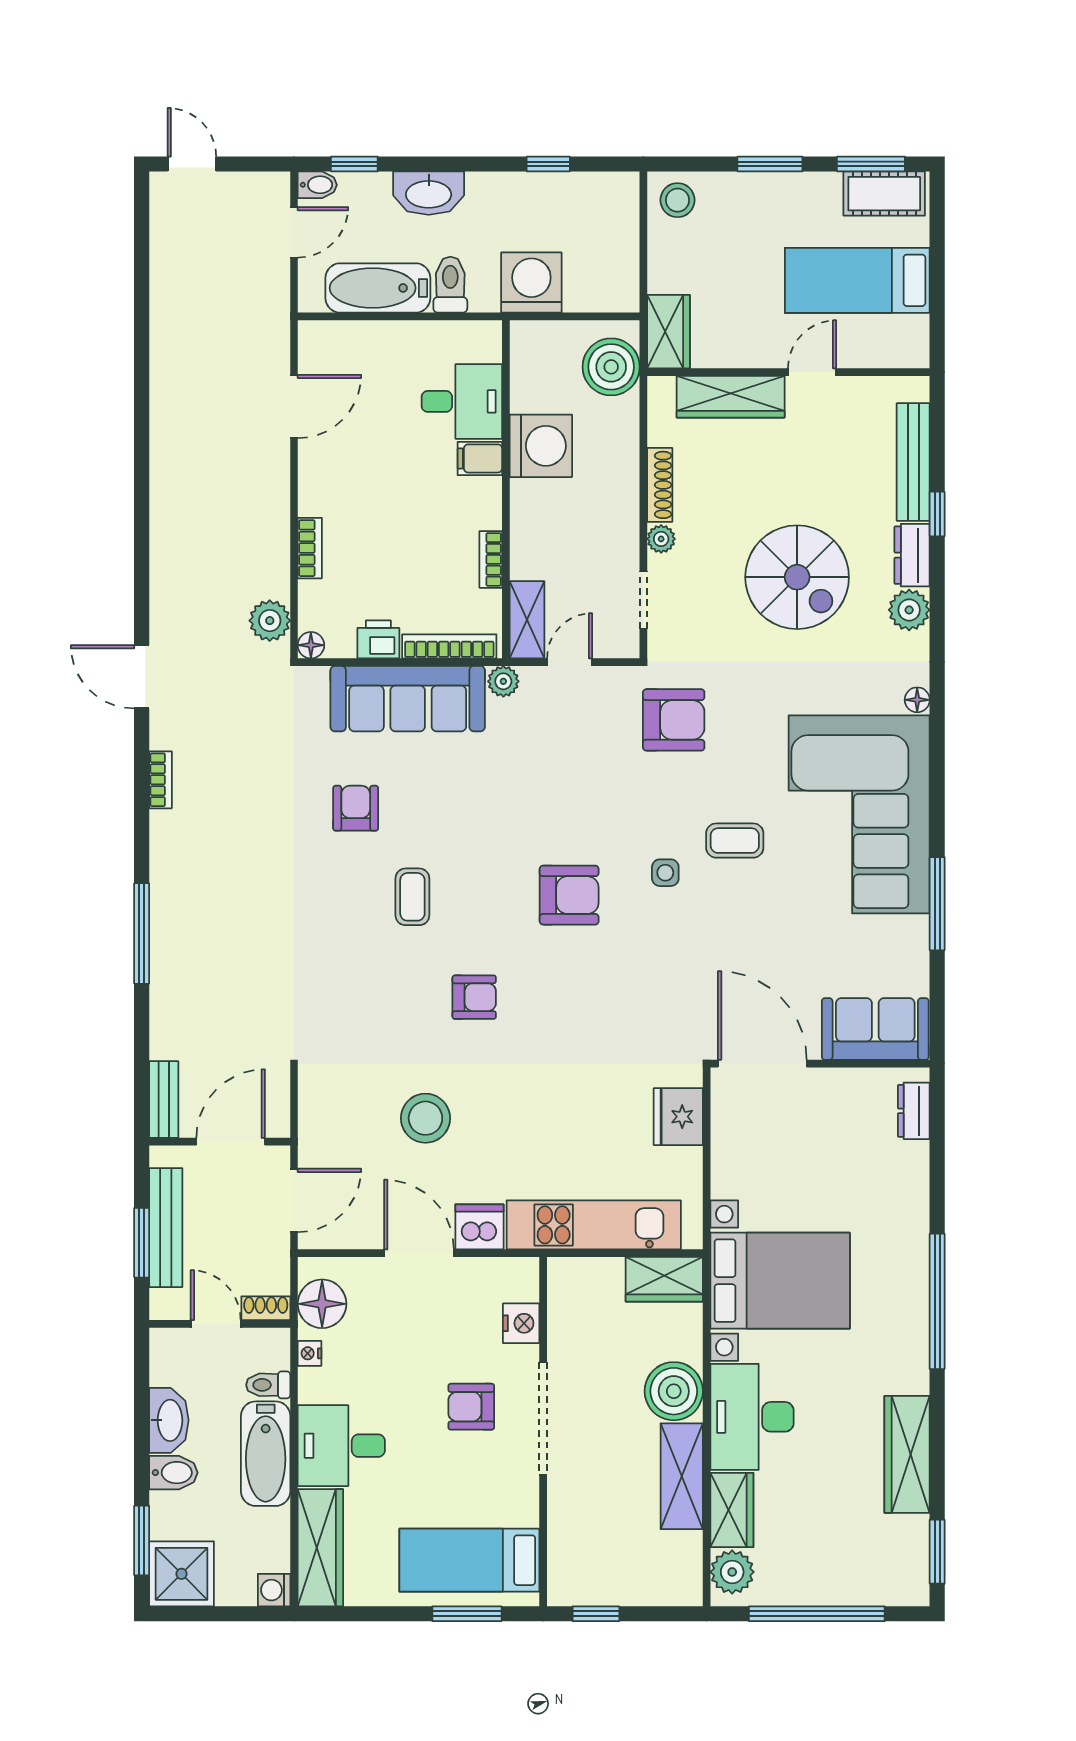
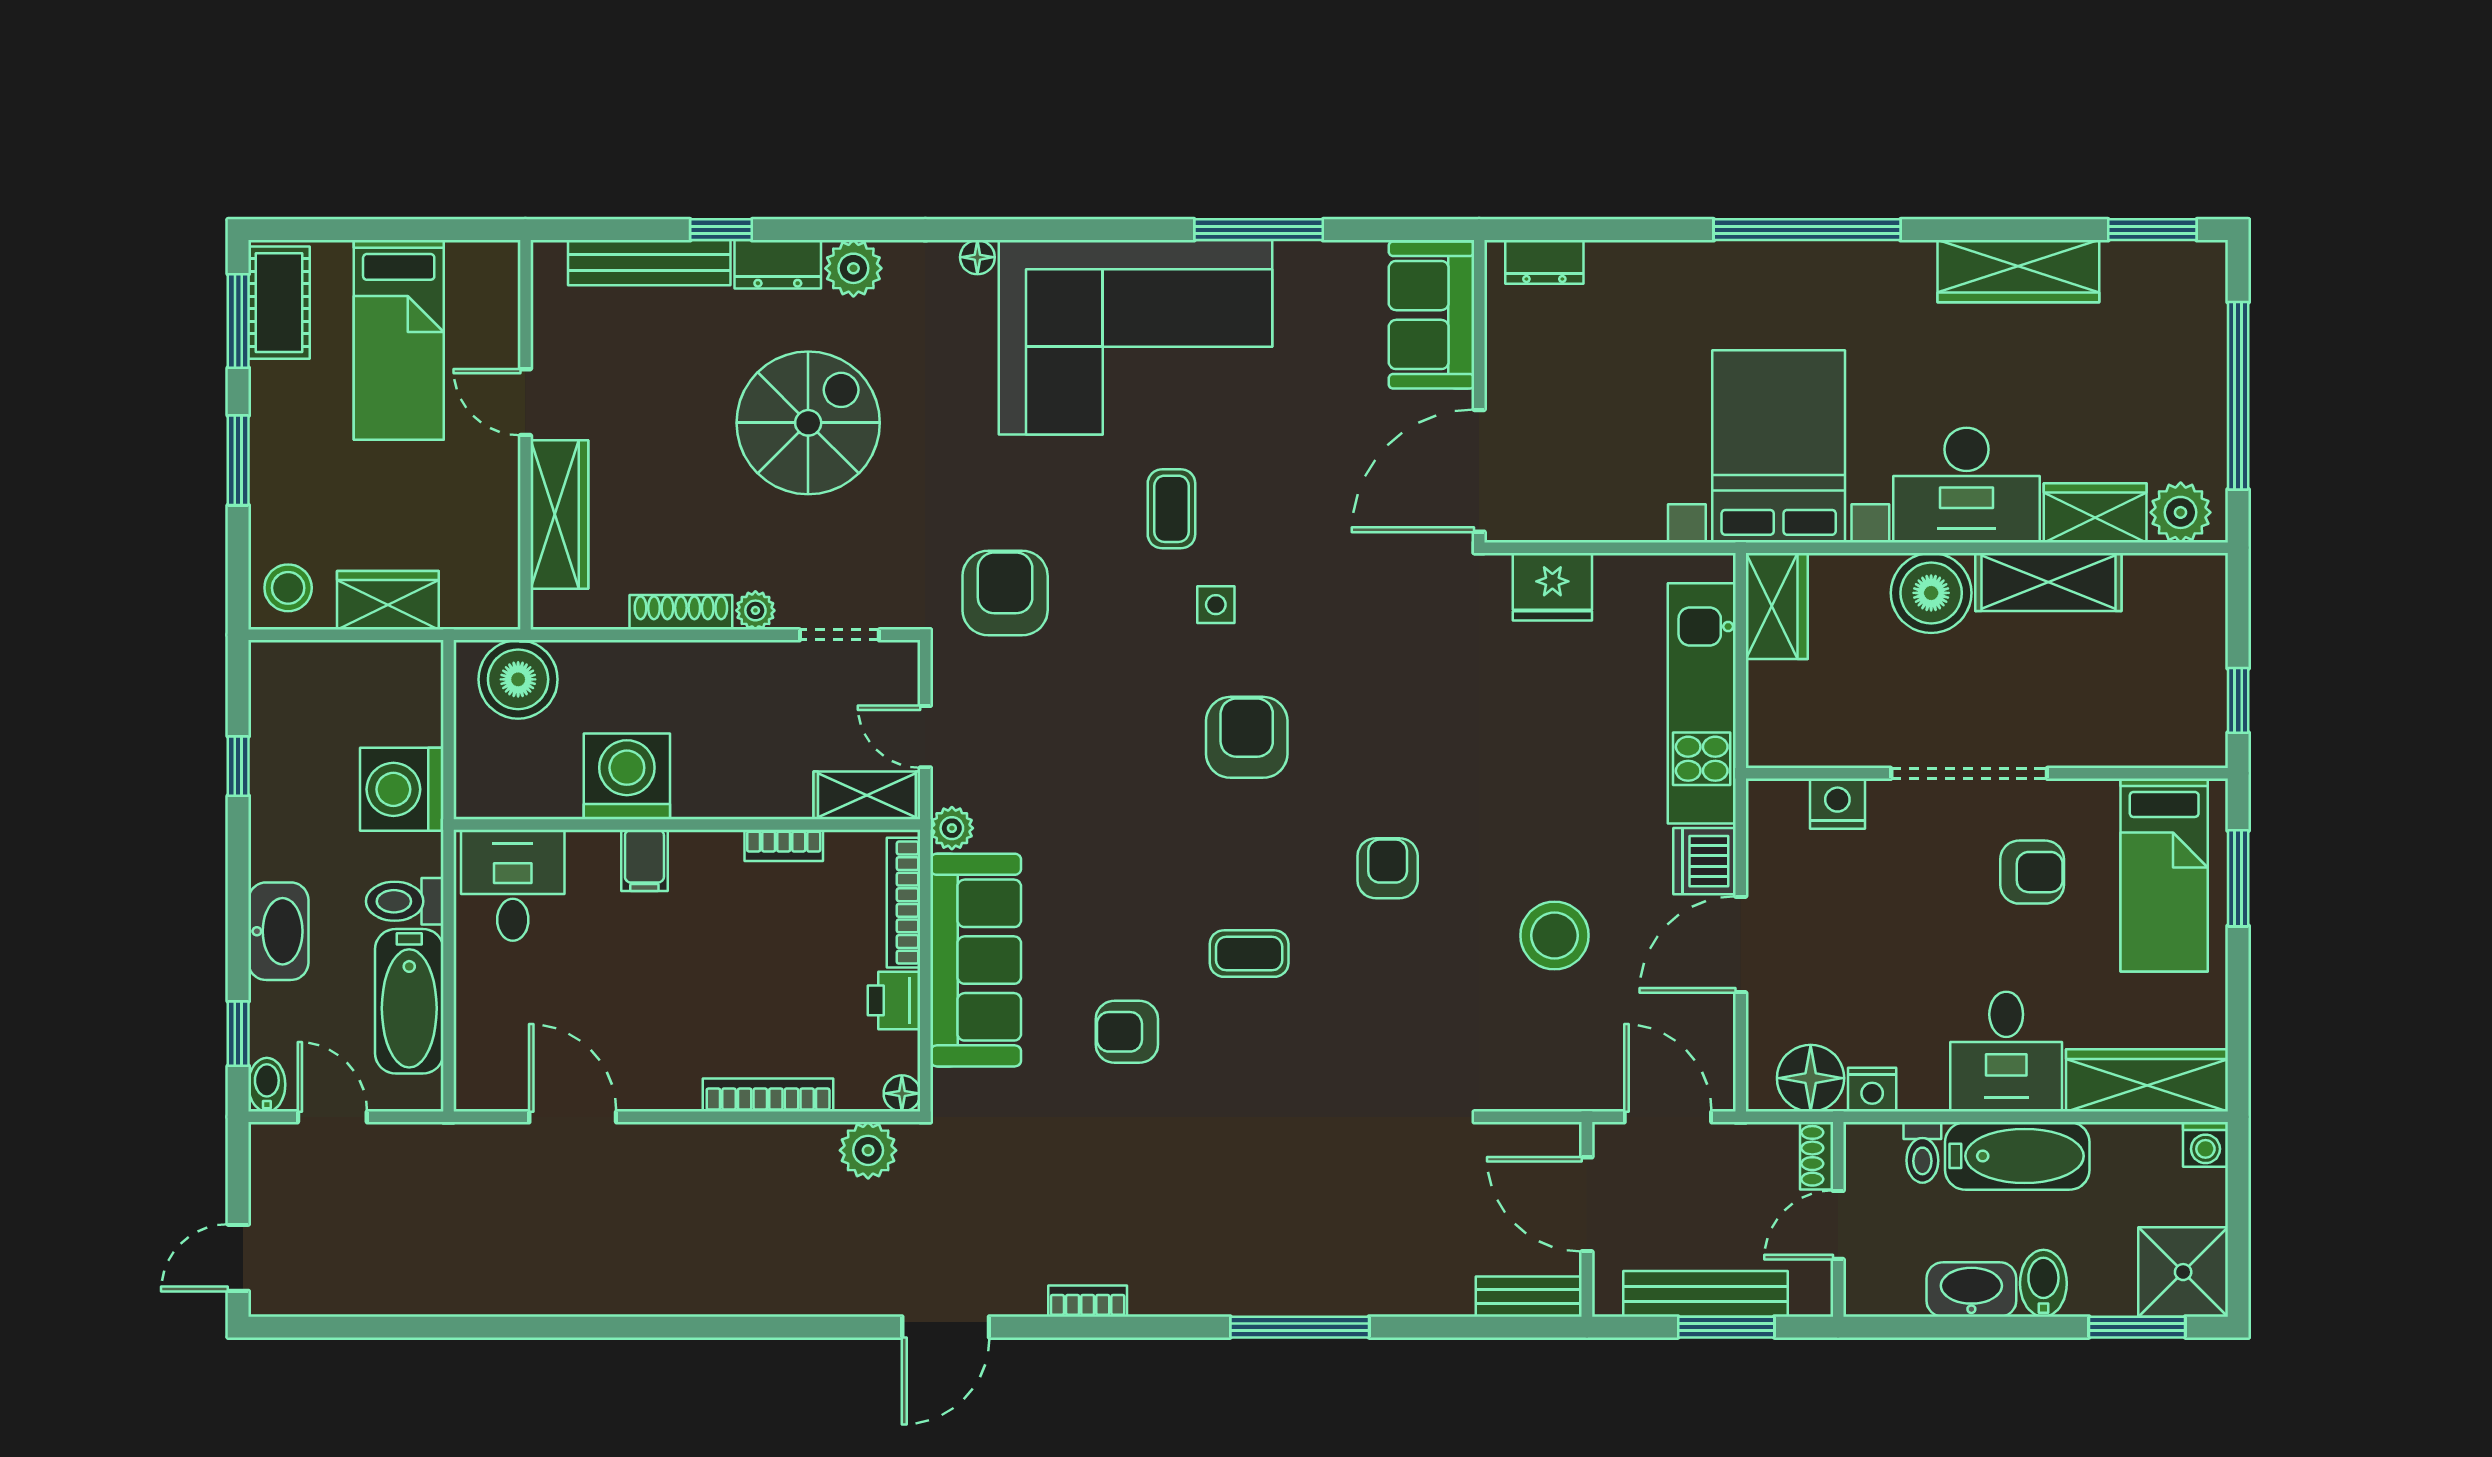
wardrobe: (668, 332) -> (388, 600), moved
desk: (462, 401) -> (513, 885), moved
bookcase: (310, 548) -> (768, 1095), width x1.56
nightstand: (310, 1353) -> (1872, 1090), width x1.39, depth x1.35
armchair: (471, 1407) -> (2032, 872), moved, turned -90

